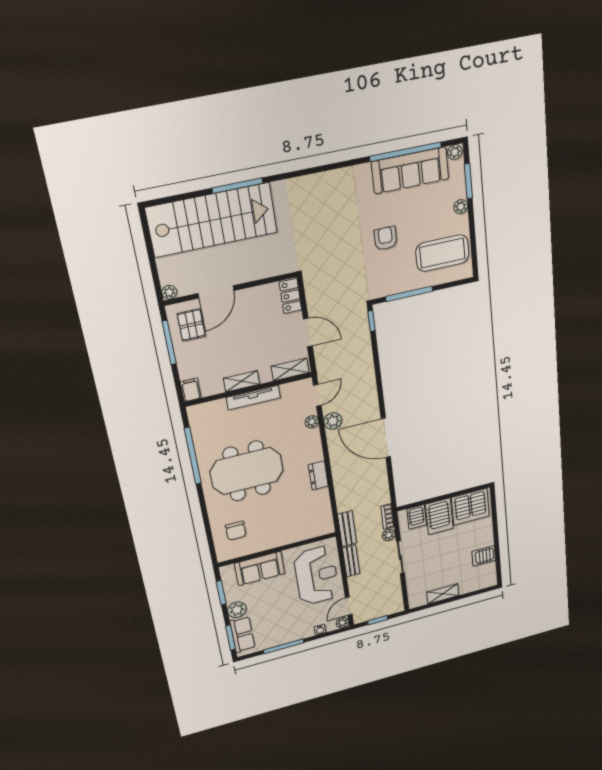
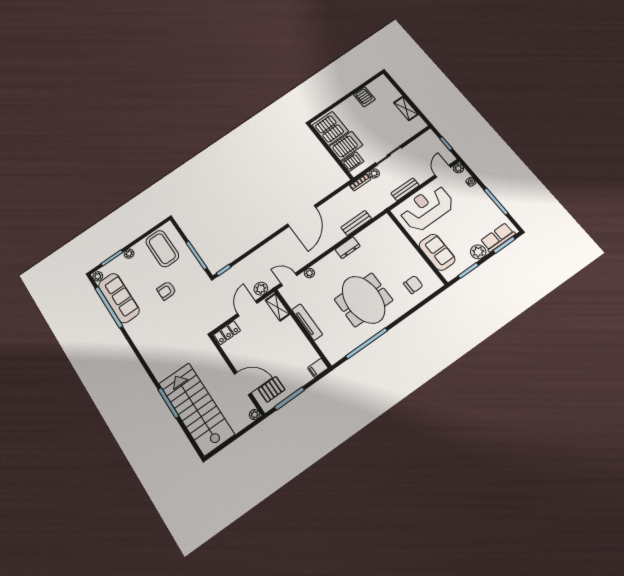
shelving: (242, 381) -> (298, 336), removed
plant: (333, 421) -> (261, 289), moved
bench: (347, 529) -> (356, 223), moved
door: (349, 606) -> (443, 171), swing flipped

